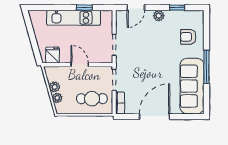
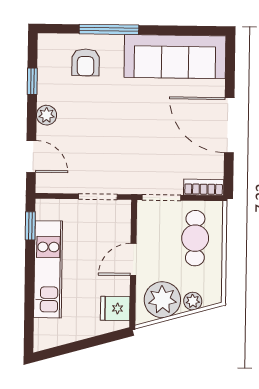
window: (84, 8) -> (30, 226), moved
window: (206, 67) -> (109, 29), moved
plant: (54, 87) -> (162, 300), width x1.88, depth x1.88

